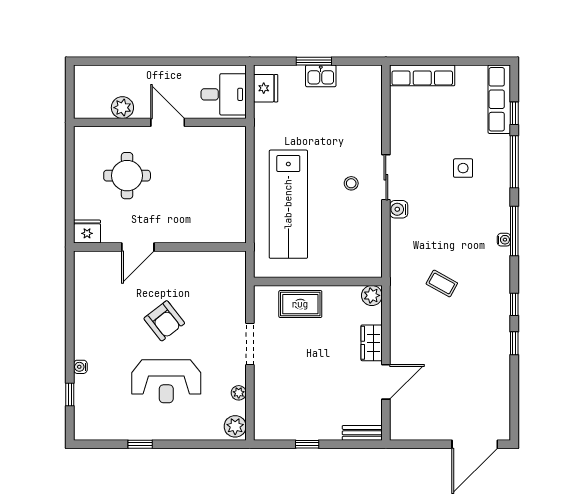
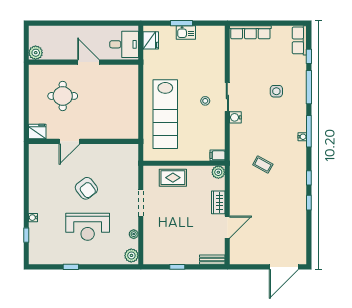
row of seats: (499, 99) -> (299, 40), width x0.68
plant: (122, 108) -> (36, 53), moved
filing cabinet: (371, 269) -> (218, 155), added

